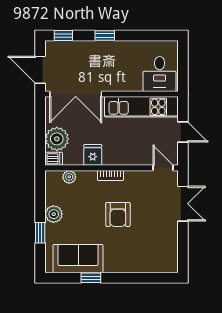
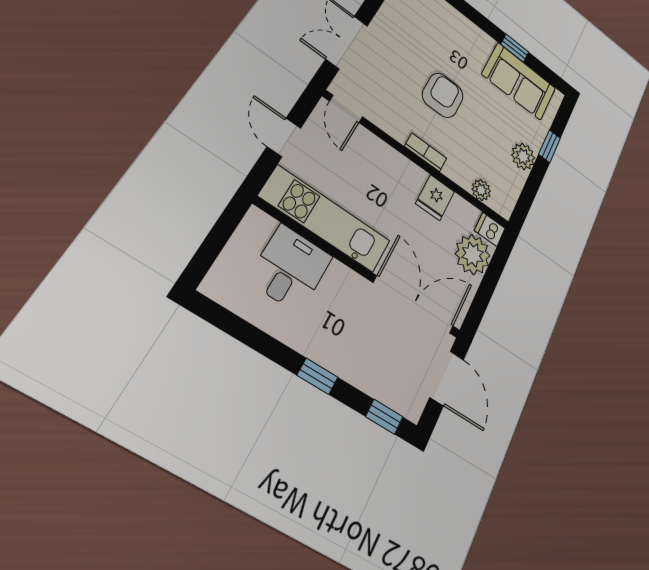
desk: (160, 74) -> (290, 268), moved

